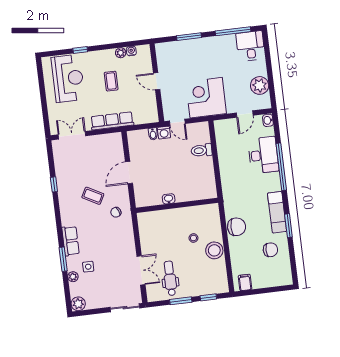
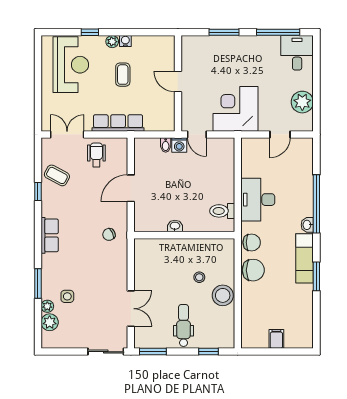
water cooler: (131, 51) -> (125, 41), moved
plant: (121, 53) -> (112, 42), moved
washbasin: (268, 120) -> (307, 225), moved
wheelchair: (98, 149) -> (96, 155), added
toilet: (202, 150) -> (222, 211), moved
desk: (263, 155) -> (258, 200), moved, turned 180
coffee table: (93, 196) -> (57, 175), moved
row of seats: (71, 241) -> (50, 235), moved
chair: (270, 250) -> (252, 242), moved
dental chair: (170, 278) -> (184, 325), moved
filing cabinet: (245, 282) -> (276, 339), moved
window: (181, 301) -> (153, 352), moved
plant: (78, 304) -> (50, 322), moved

